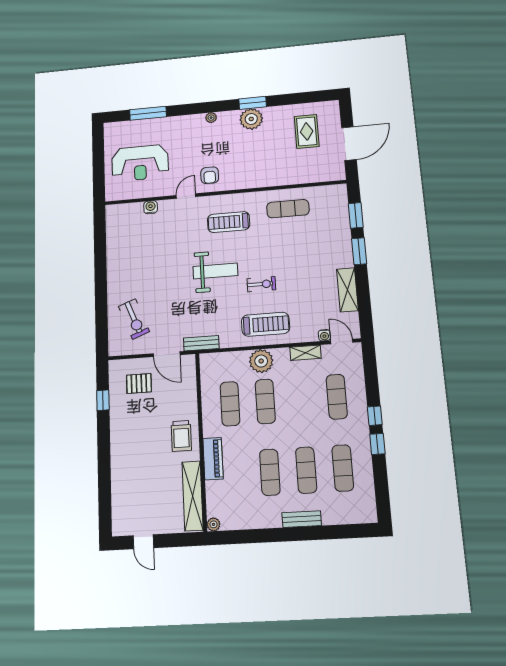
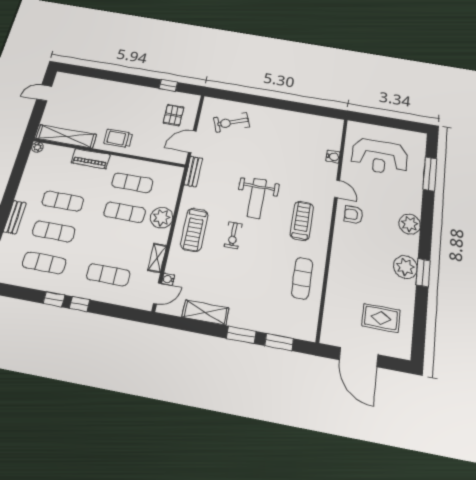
plant: (211, 118) -> (410, 224), width x1.87, depth x1.87
reception desk: (140, 163) -> (379, 157), turned -90

